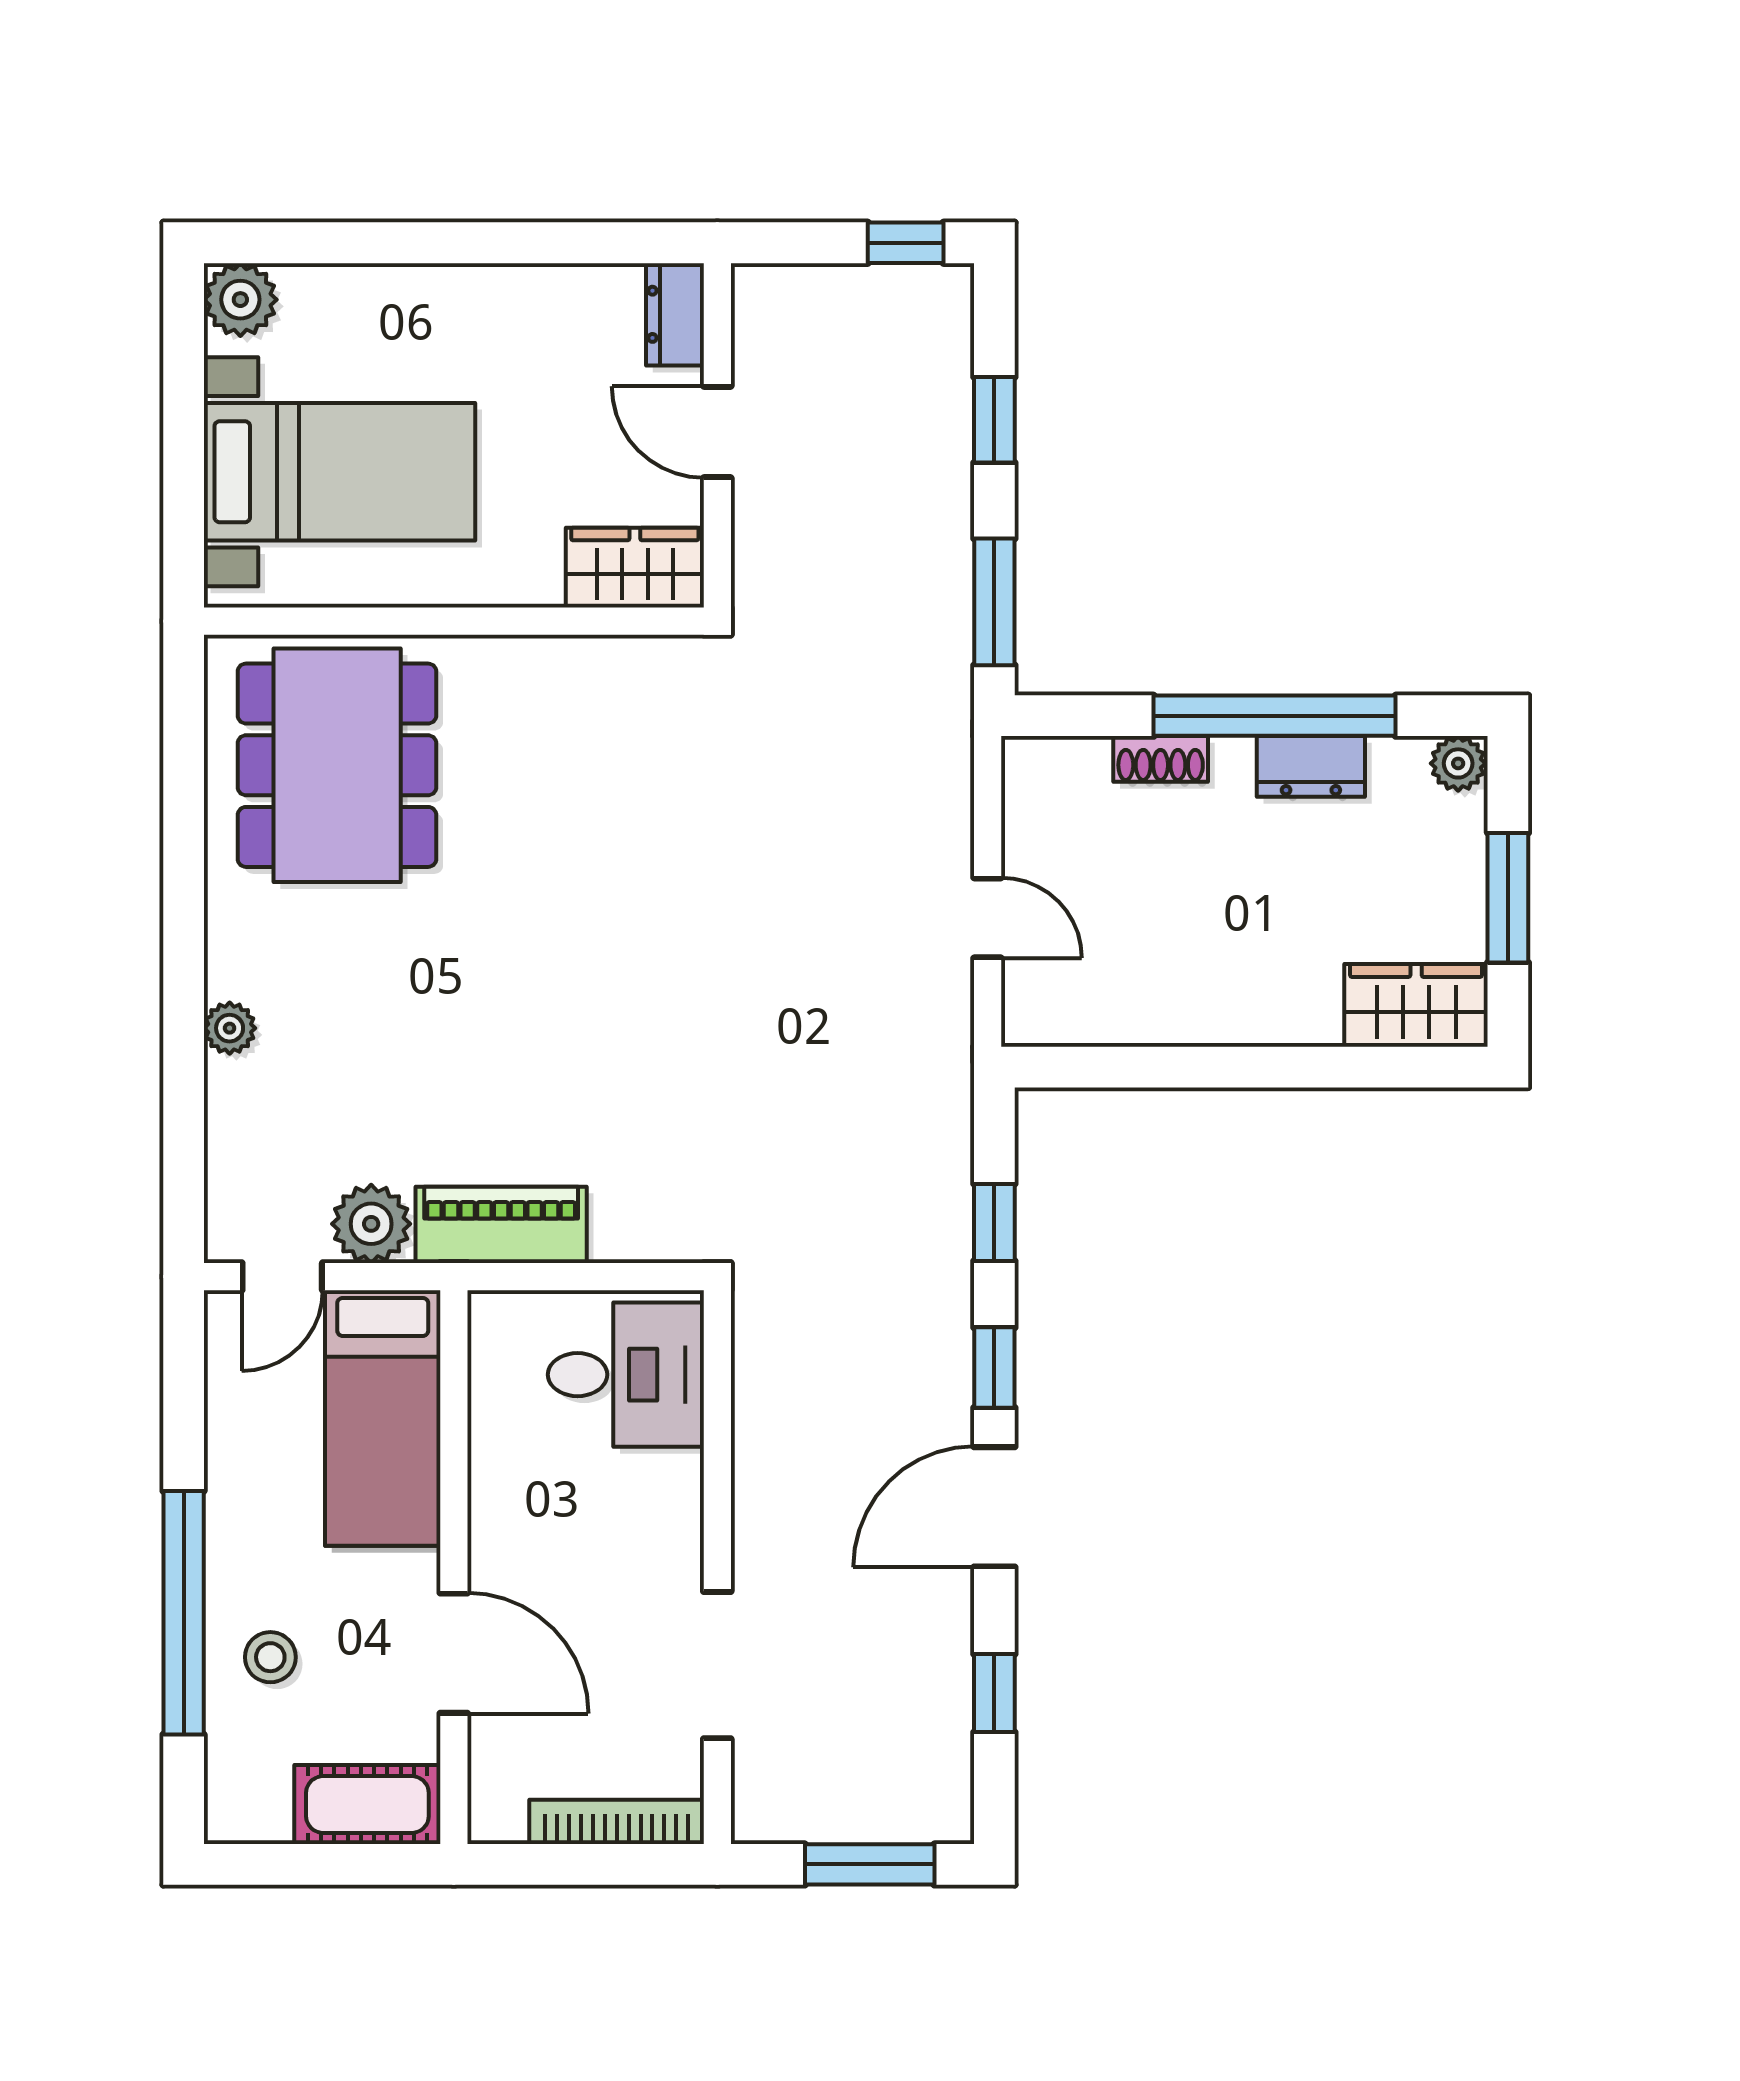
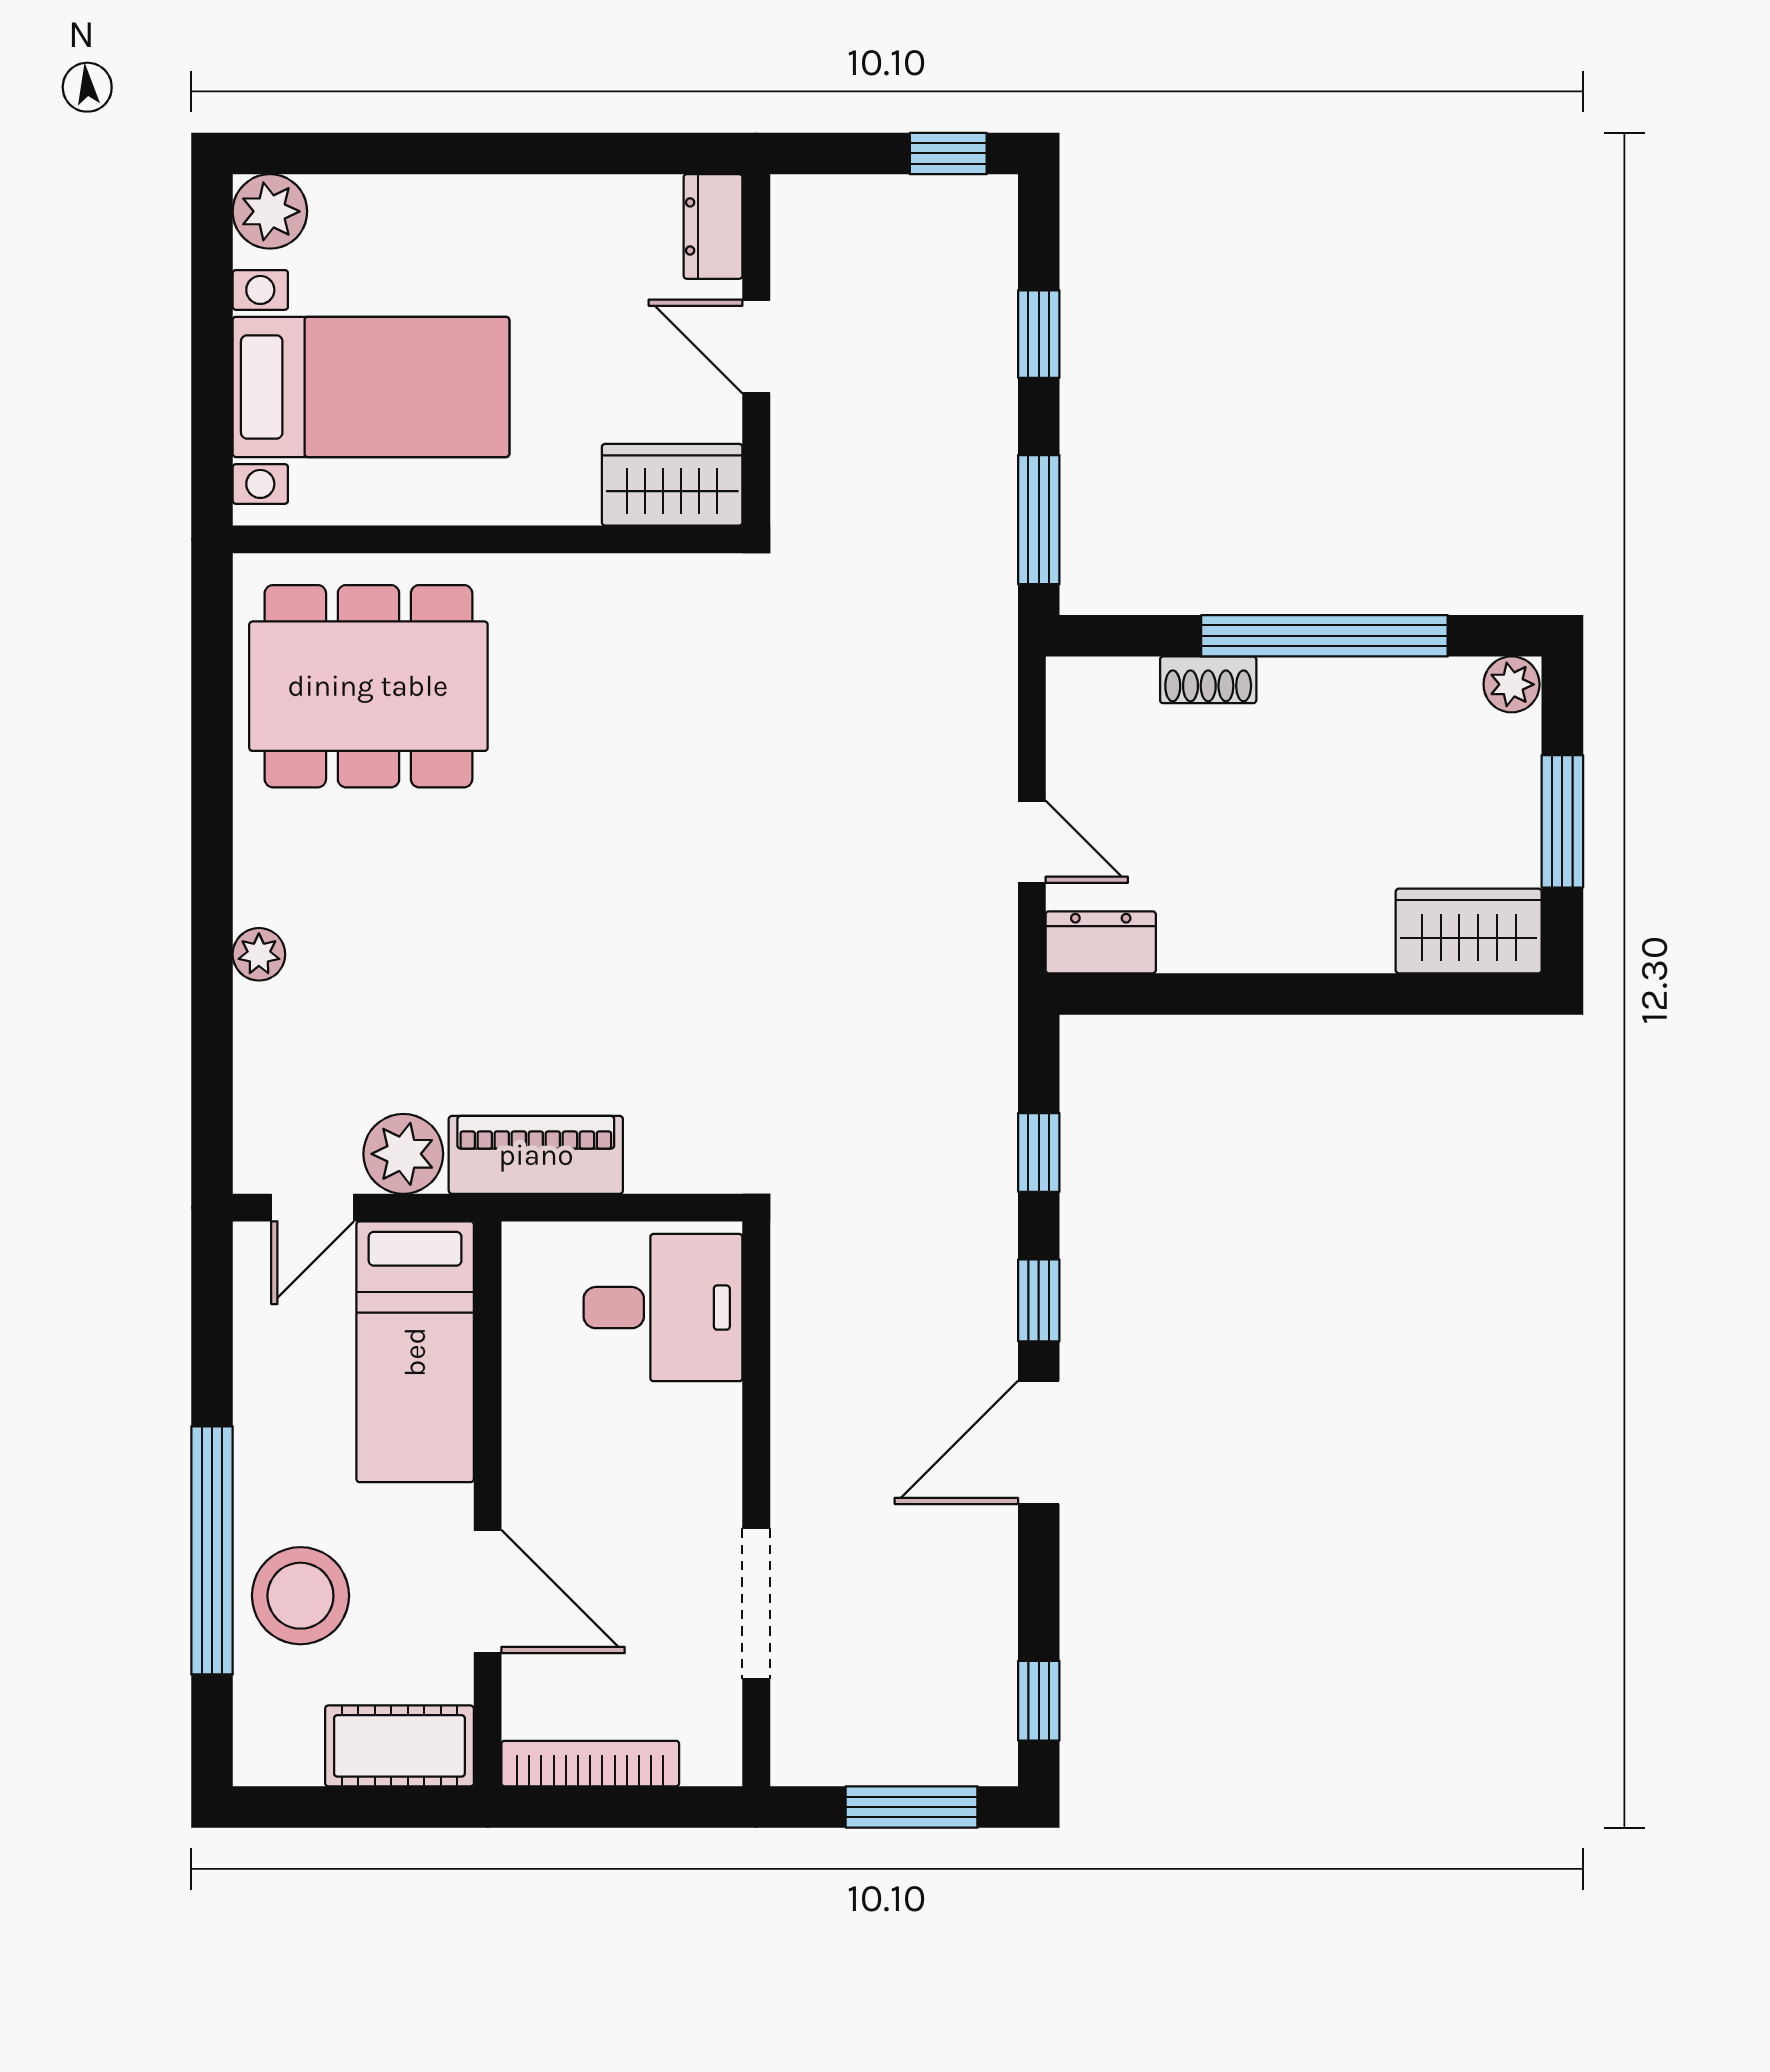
dining table: (337, 765) -> (368, 686), turned 90
dresser: (1311, 766) -> (1101, 942), moved, turned 180
stool: (270, 1657) -> (300, 1596), width x1.89, depth x1.89
window: (994, 1693) -> (1039, 1701), moved
bookcase: (617, 1822) -> (590, 1764), moved

